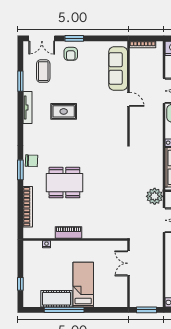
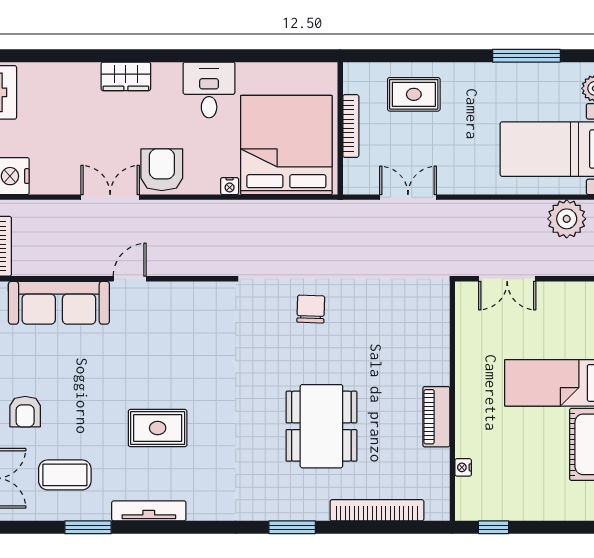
armchair: (71, 54) -> (25, 412), turned 90
rug: (64, 111) -> (158, 428), turned 90
chair: (32, 161) -> (311, 309), moved
plant: (155, 196) -> (567, 219), moved
window: (20, 284) -> (494, 527), moved

